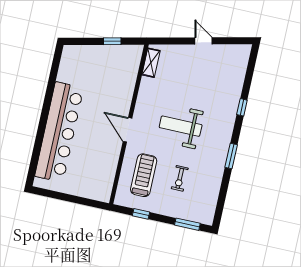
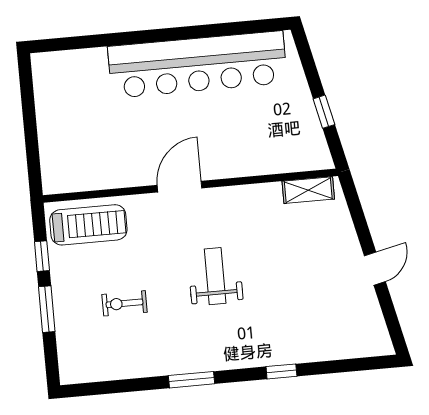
weight bench: (181, 126) -> (215, 276), width x0.73, depth x0.75
bar counter: (59, 132) -> (197, 65), moved
treadmill: (144, 175) -> (88, 225), moved
window: (187, 224) -> (47, 309), moved

